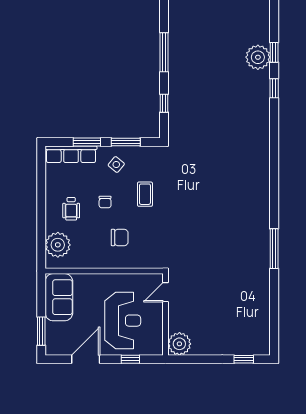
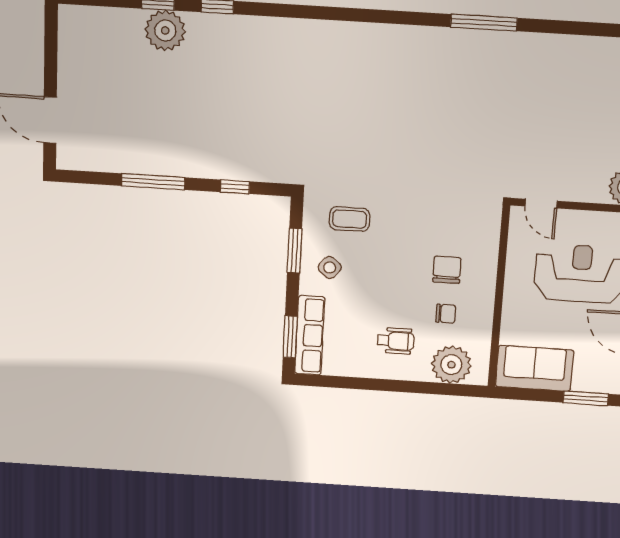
window: (87, 142) -> (290, 337), moved
coffee table: (145, 194) -> (349, 219), moved
chair: (105, 202) -> (446, 314), moved

